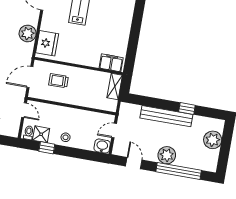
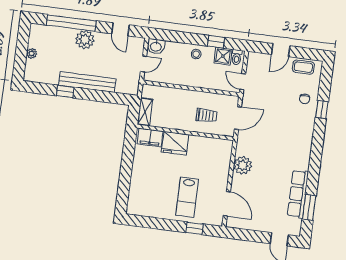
fridge: (47, 43) -> (175, 143), moved, turned -90
plant: (213, 140) -> (32, 53), width x0.53, depth x0.53

